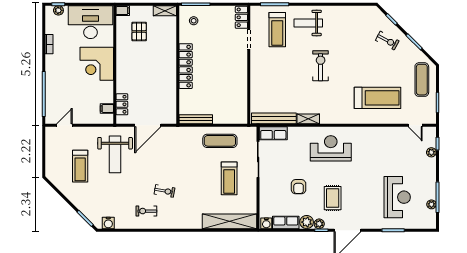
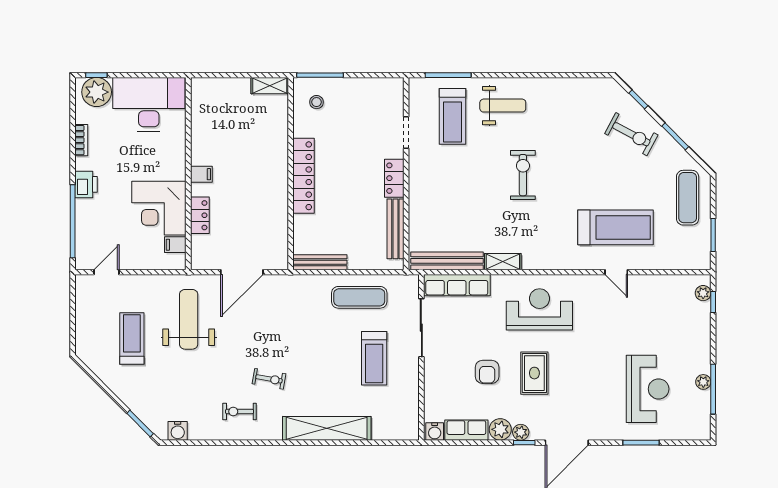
plant: (58, 10) -> (97, 92), width x1.88, depth x1.88
filing cabinet: (123, 11) -> (201, 174), moved
locker: (241, 17) -> (394, 178), moved
weight bench: (308, 23) -> (503, 106), turned 180
pallet: (139, 32) -> (228, 119), removed
exercise bike: (387, 41) -> (631, 134), width x1.38, depth x1.39
corner desk: (97, 64) -> (159, 208), moved
printer: (52, 71) -> (86, 184), added
bench: (242, 99) -> (395, 229), added
locker: (122, 104) -> (200, 215), moved
door: (415, 125) -> (616, 272), moved
row of seats: (273, 133) -> (457, 285), width x1.48
plant: (431, 152) -> (703, 293), moved
weight bench: (115, 154) -> (189, 319), turned 180
treadmill: (80, 166) -> (132, 339), turned 180
rug: (333, 198) -> (534, 373), moved
plant: (431, 204) -> (703, 382), moved
shelving: (230, 221) -> (327, 428), moved

